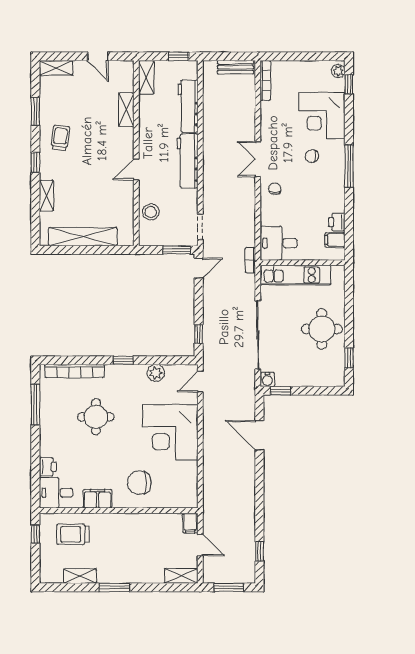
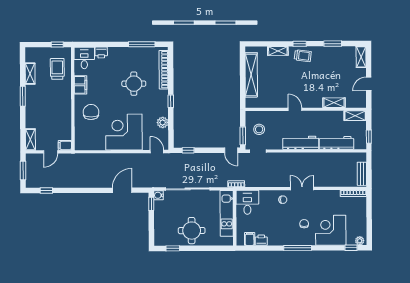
trolley: (60, 138) -> (303, 56), moved
stool: (151, 212) -> (259, 129), moved

